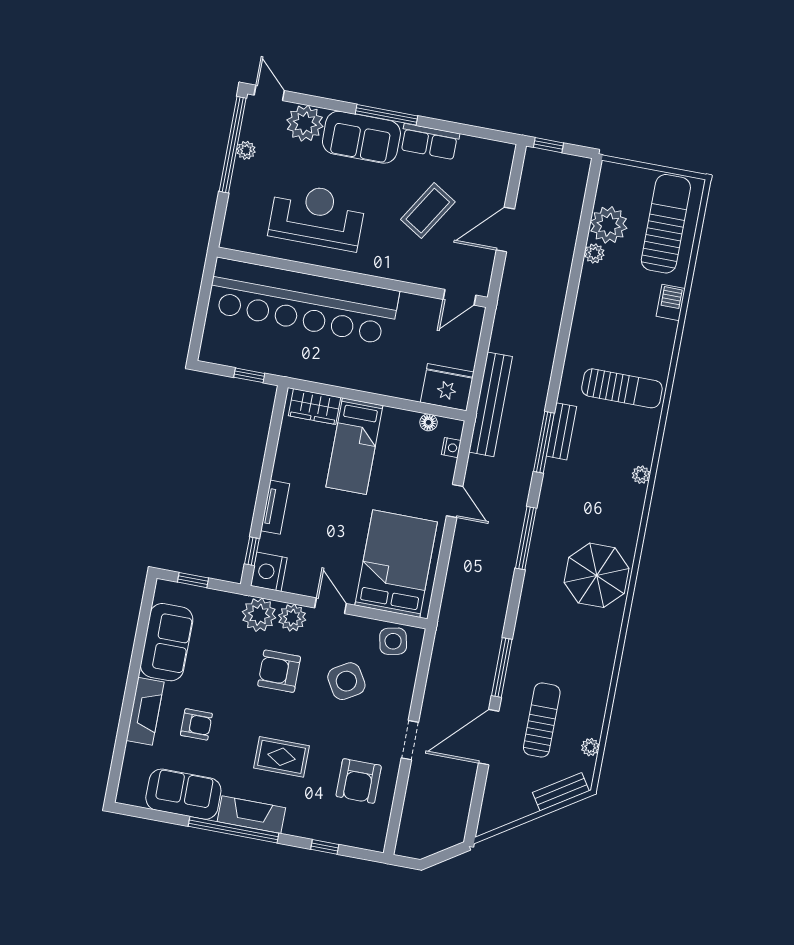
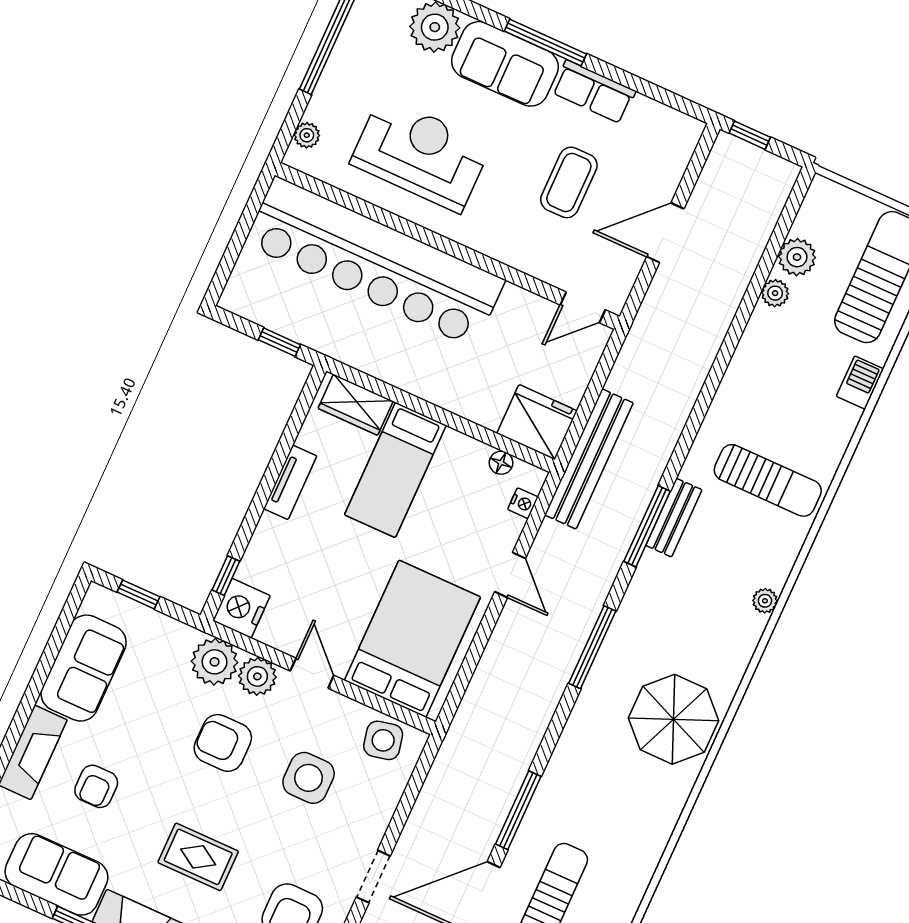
plant: (246, 150) -> (307, 135), moved
coffee table: (428, 211) -> (569, 182), turned -32
plant: (609, 225) -> (797, 257), width x0.73, depth x0.73
tv unit: (275, 507) -> (290, 482), moved
side table: (346, 681) -> (309, 778), turned 31
armchair: (196, 724) -> (96, 786), turned 90

